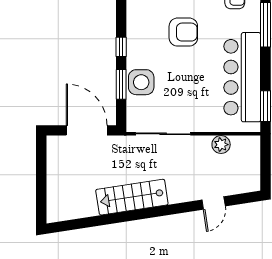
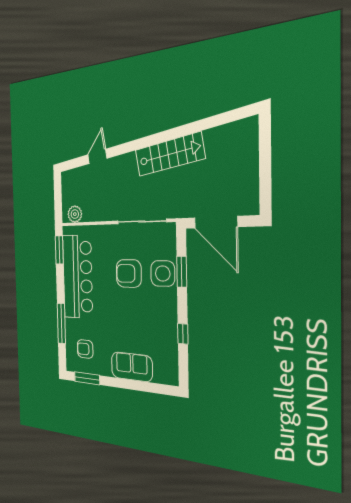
armchair: (183, 32) -> (129, 273), moved
window: (121, 47) -> (183, 334), moved
plant: (221, 145) -> (75, 214), moved

